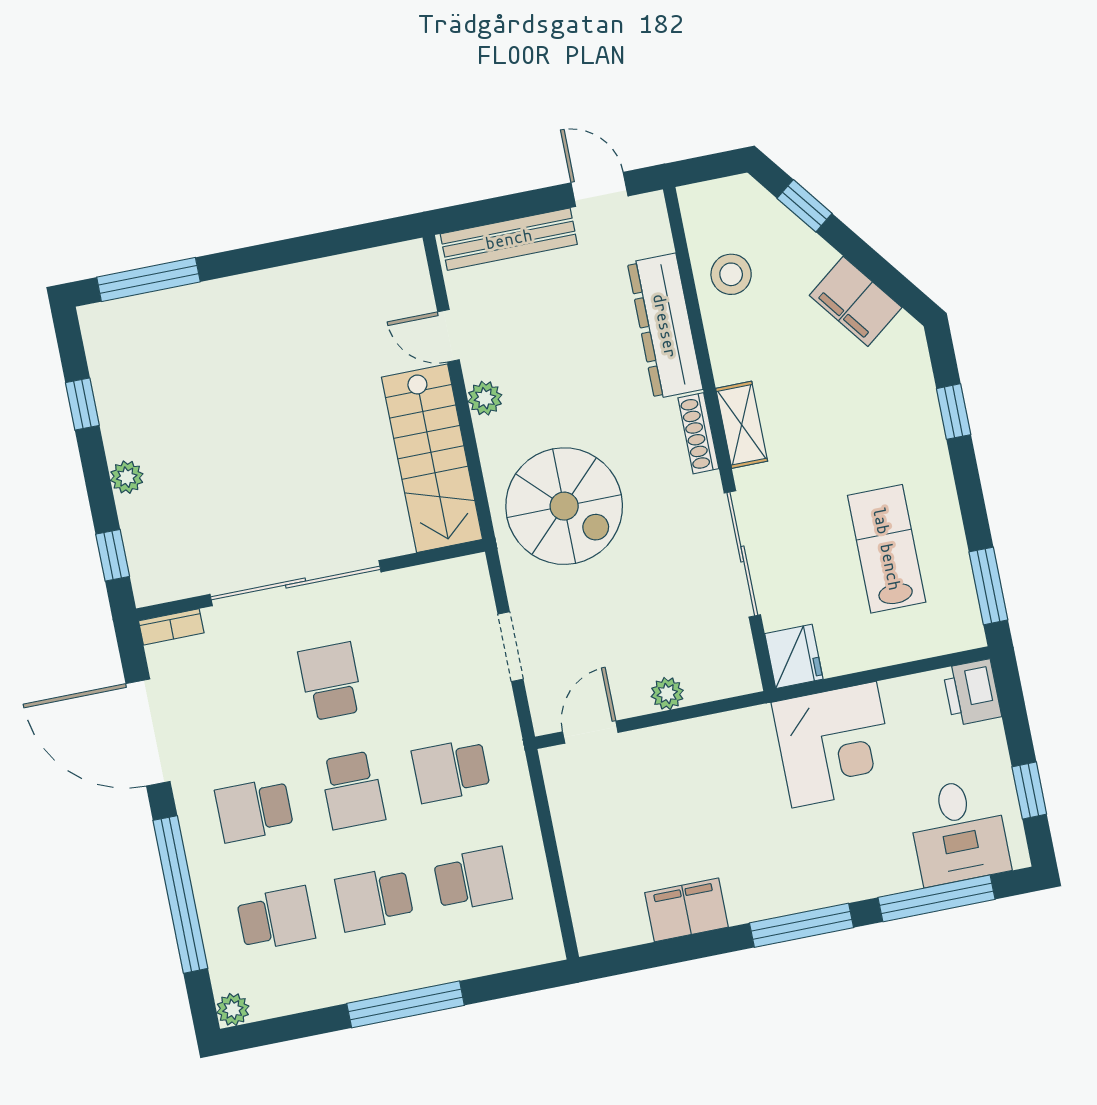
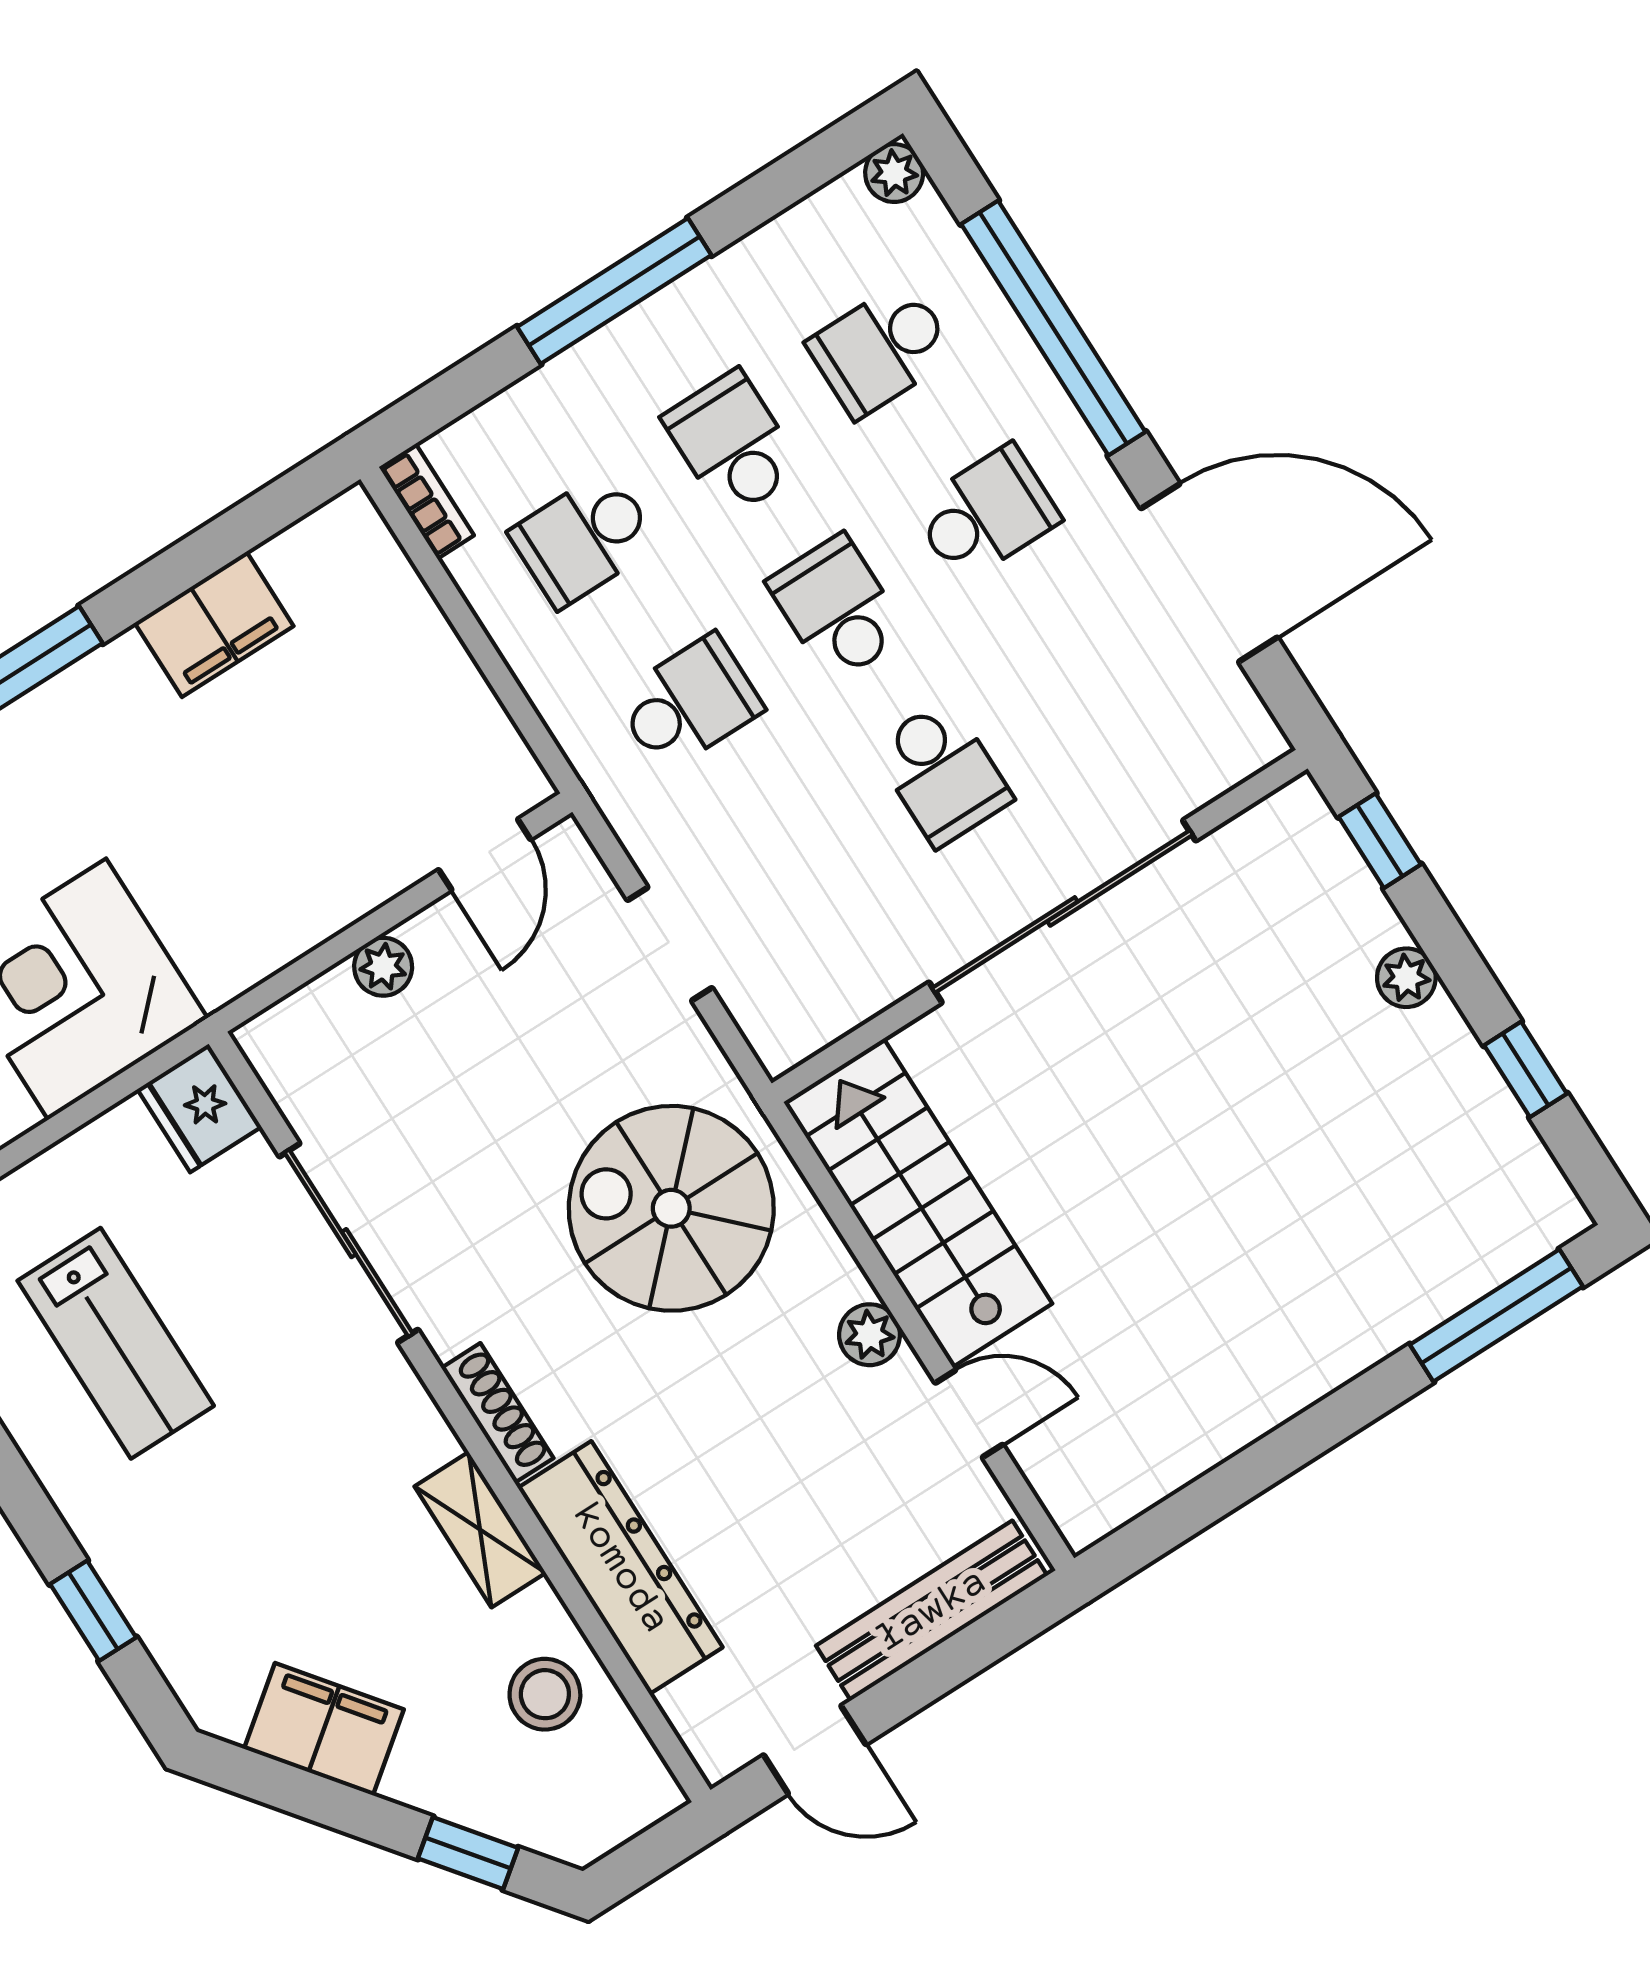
shelving: (742, 425) -> (480, 1530), moved
bookcase: (171, 627) -> (426, 501), moved, turned 90
school desk: (374, 899) -> (733, 444), turned -90

